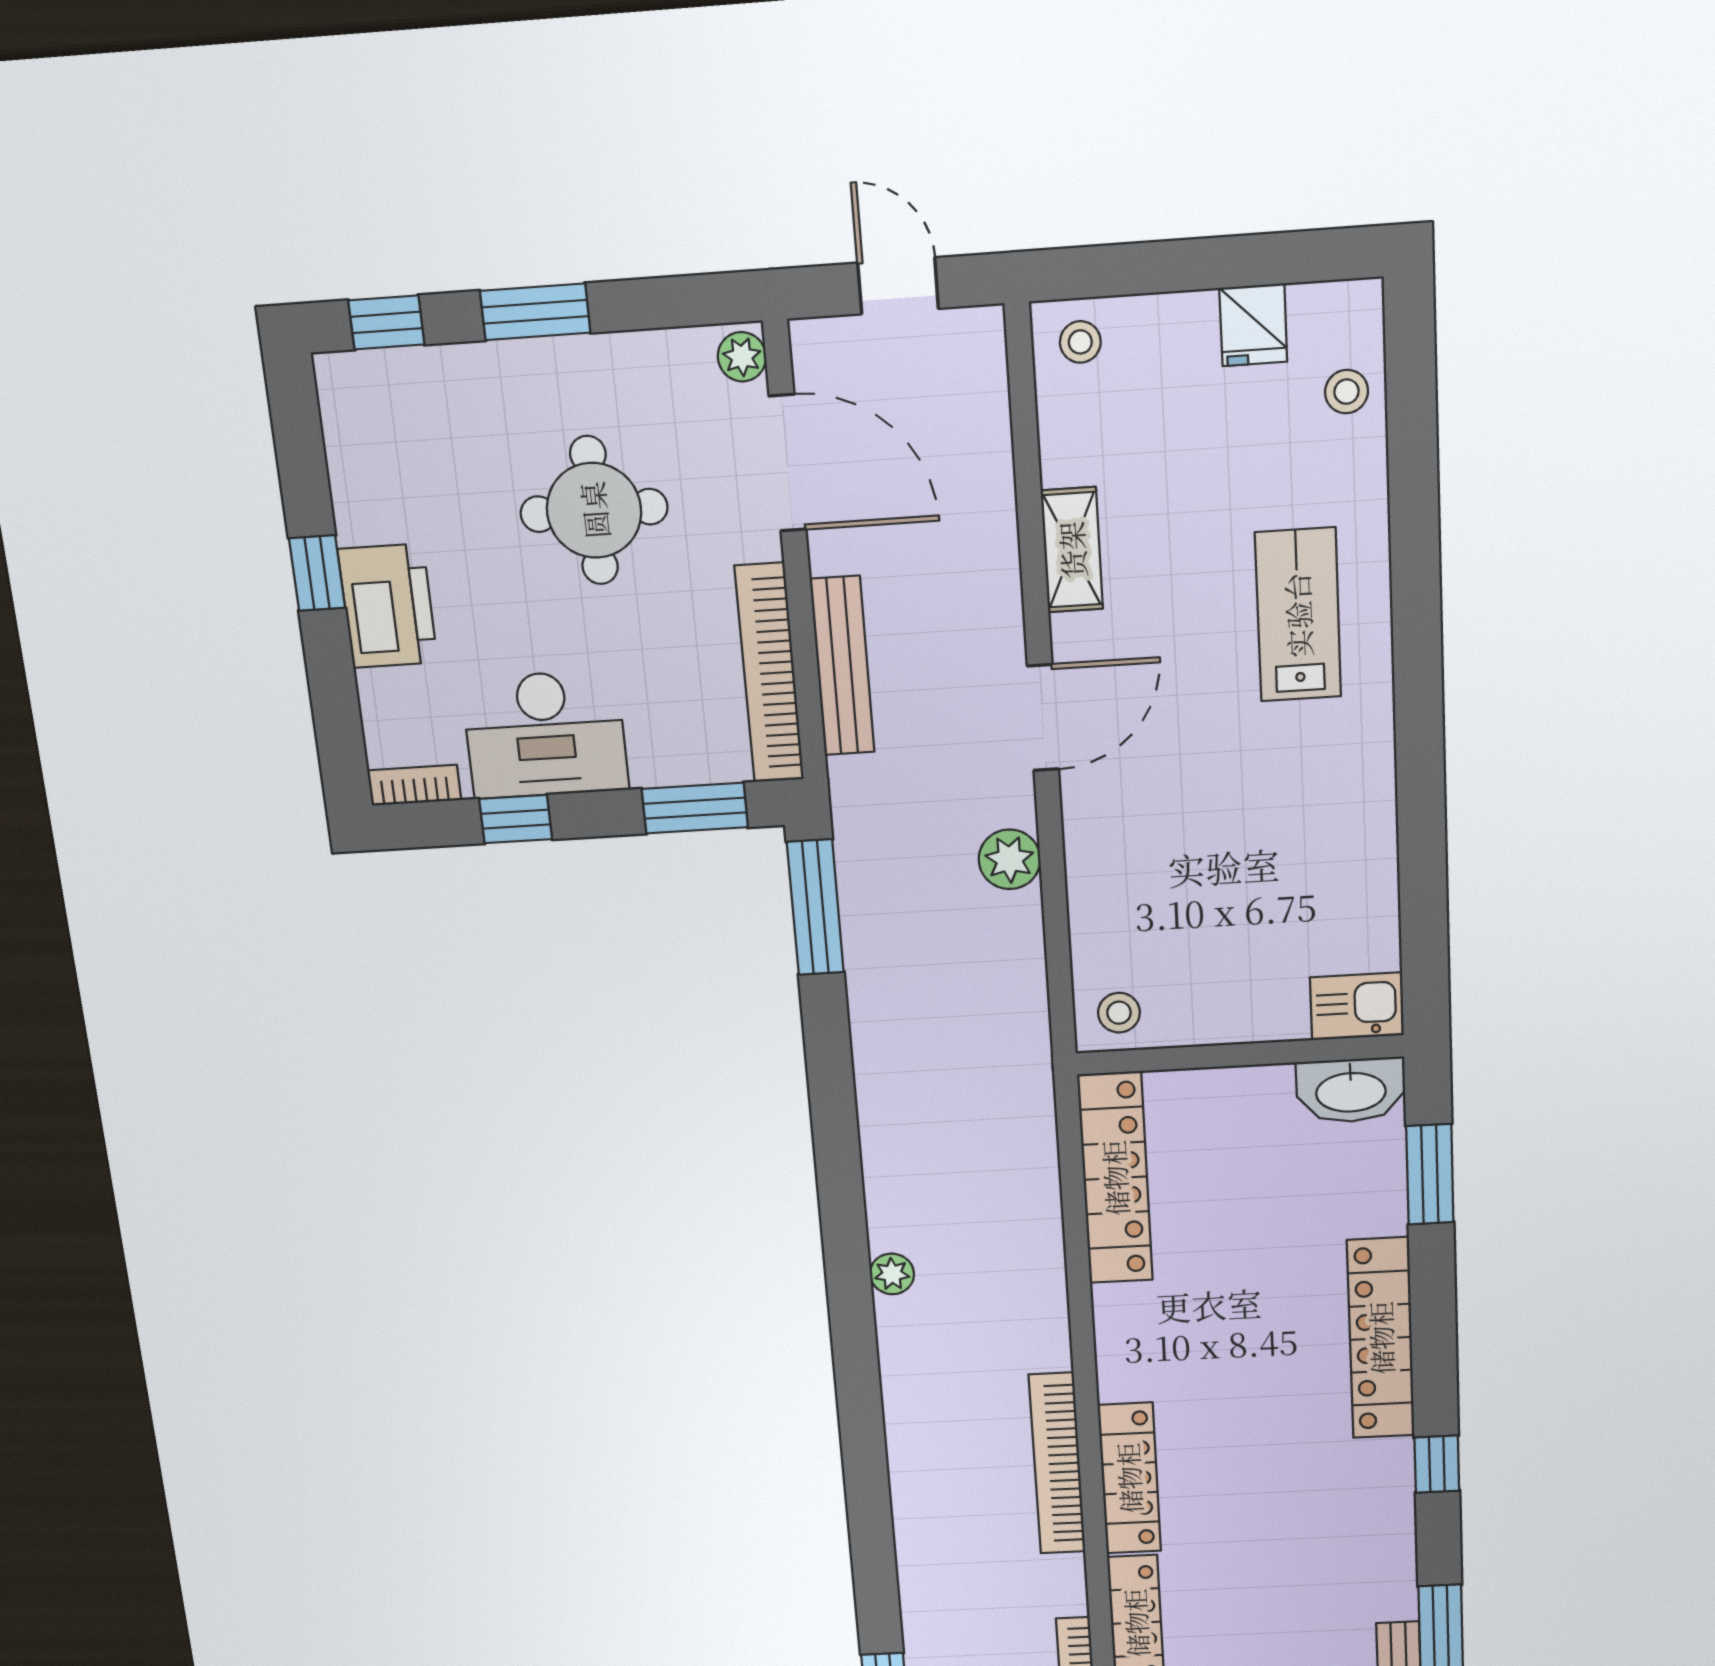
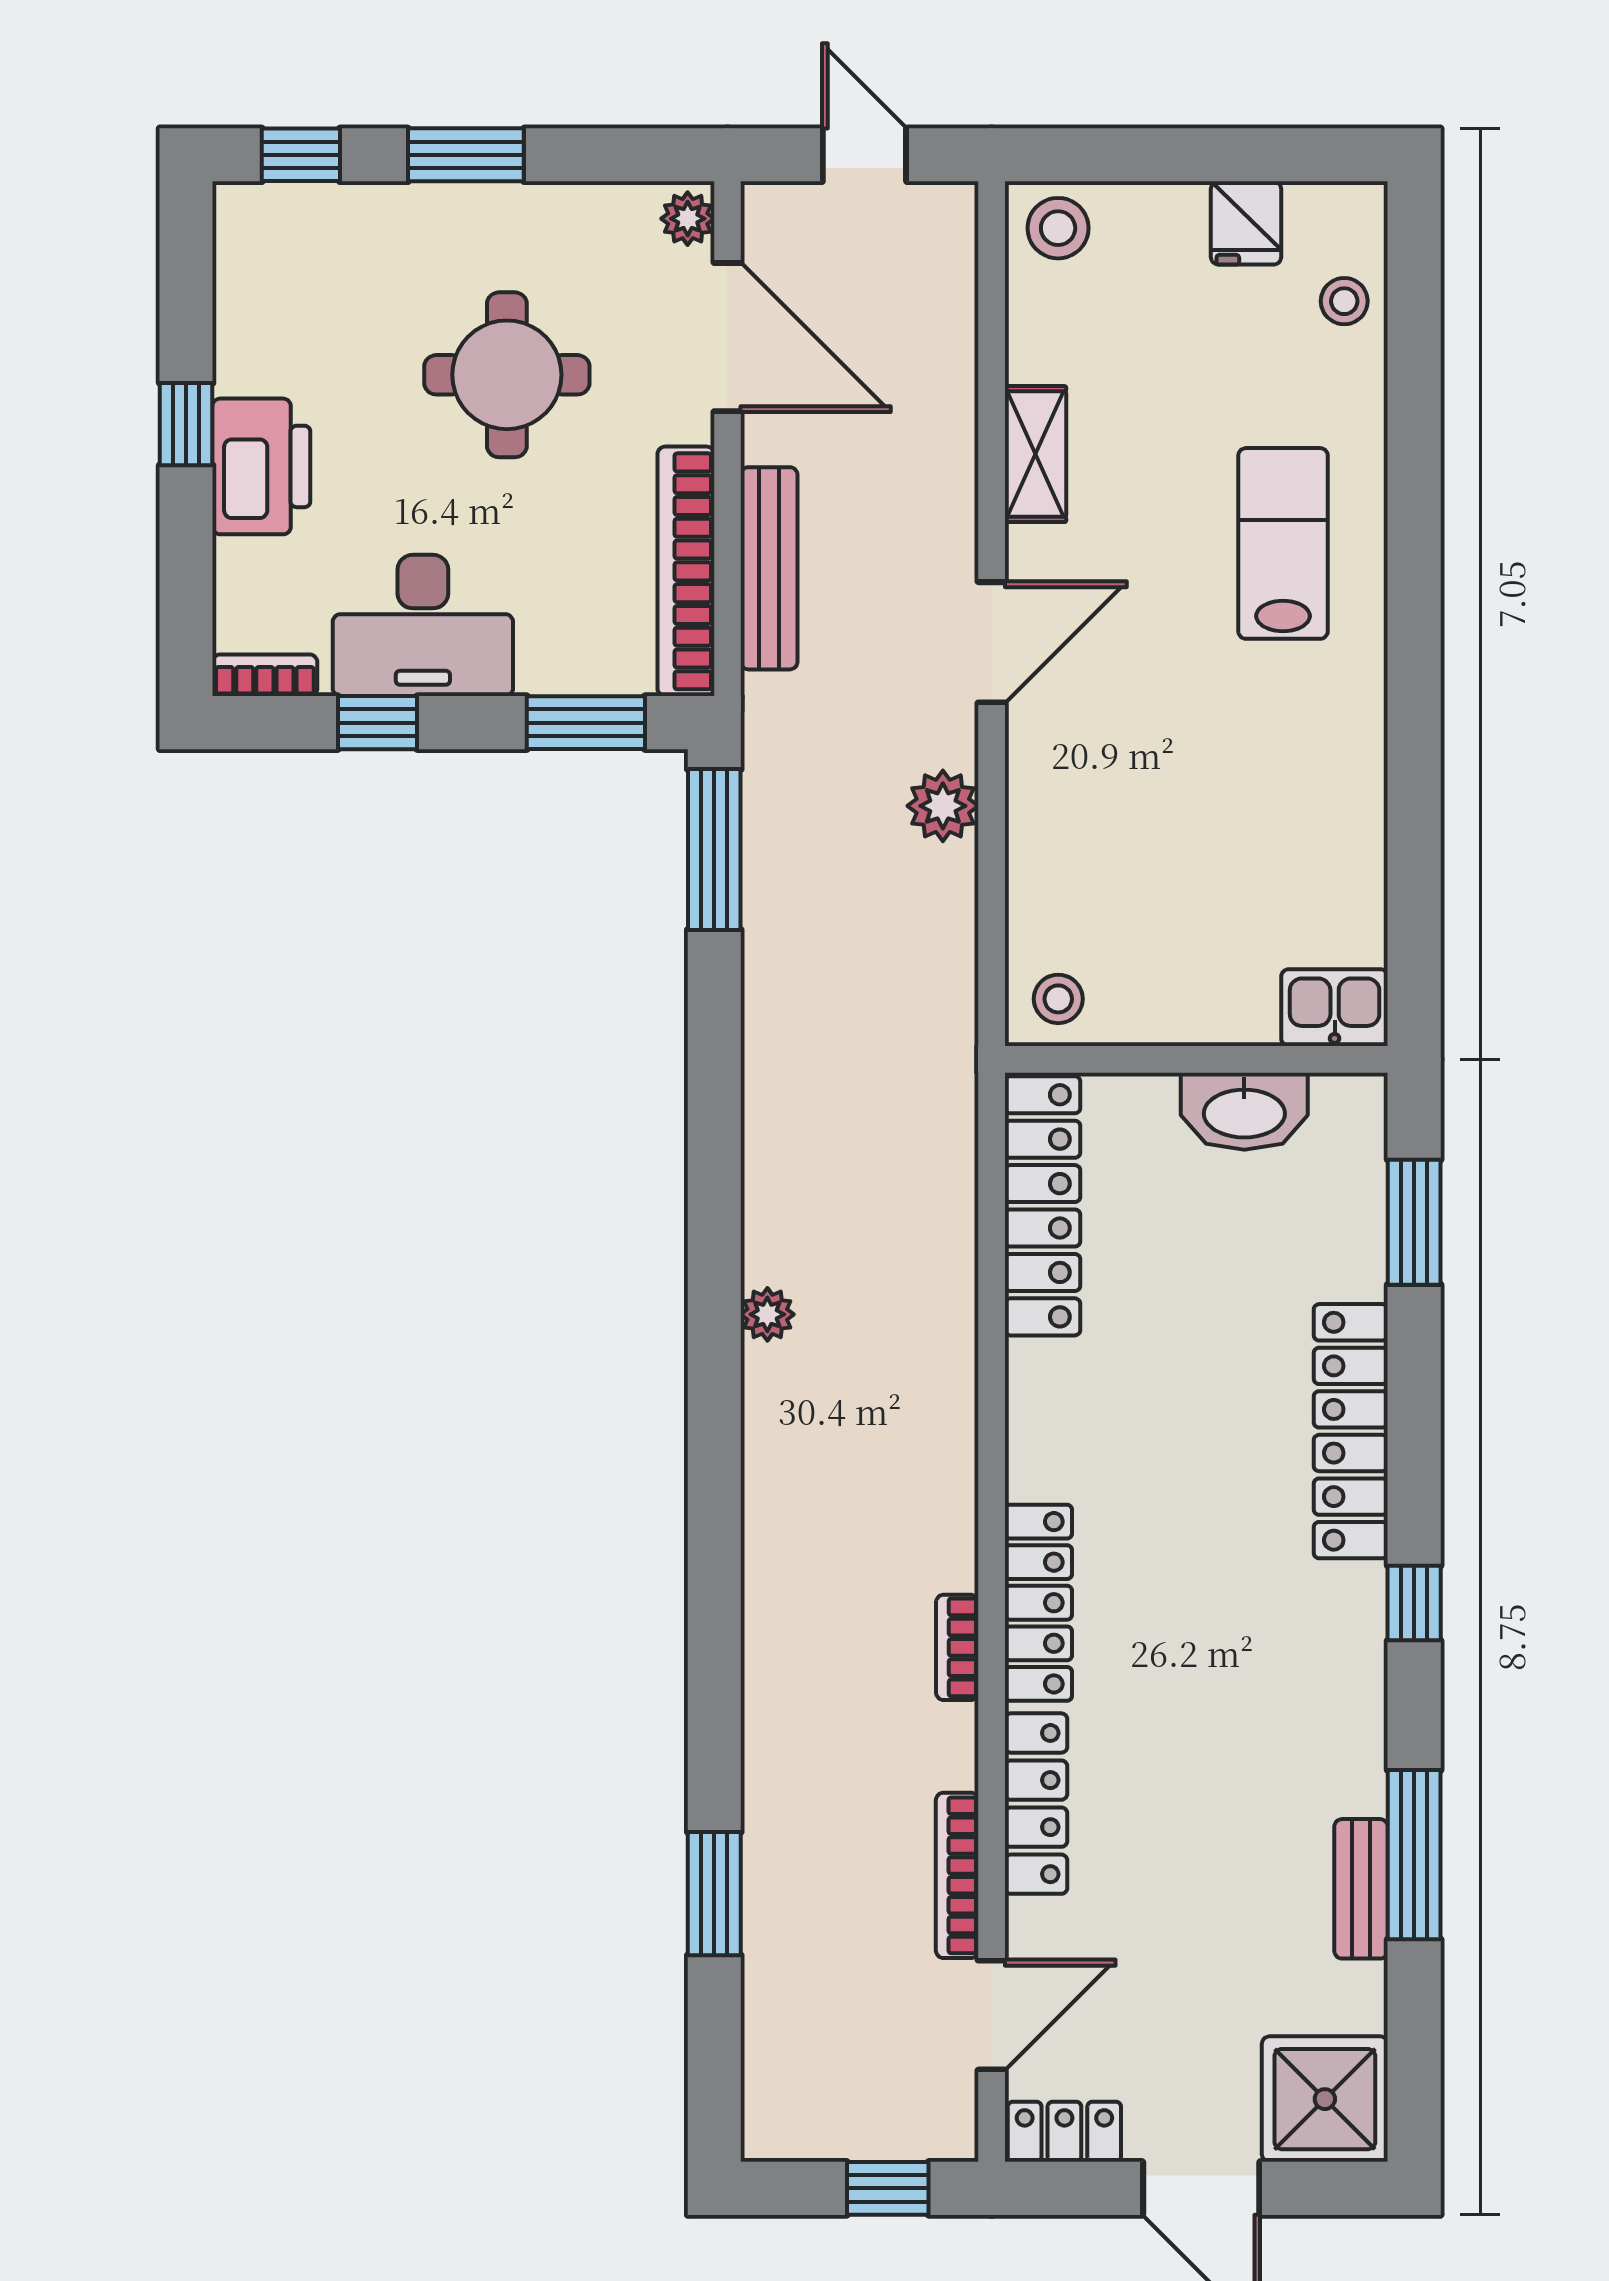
stool: (1080, 342) -> (1058, 228), width x1.37, depth x1.37
washbasin: (1351, 1090) -> (1244, 1111), moved
bookcase: (1057, 1464) -> (957, 1647), width x0.43, depth x0.76

